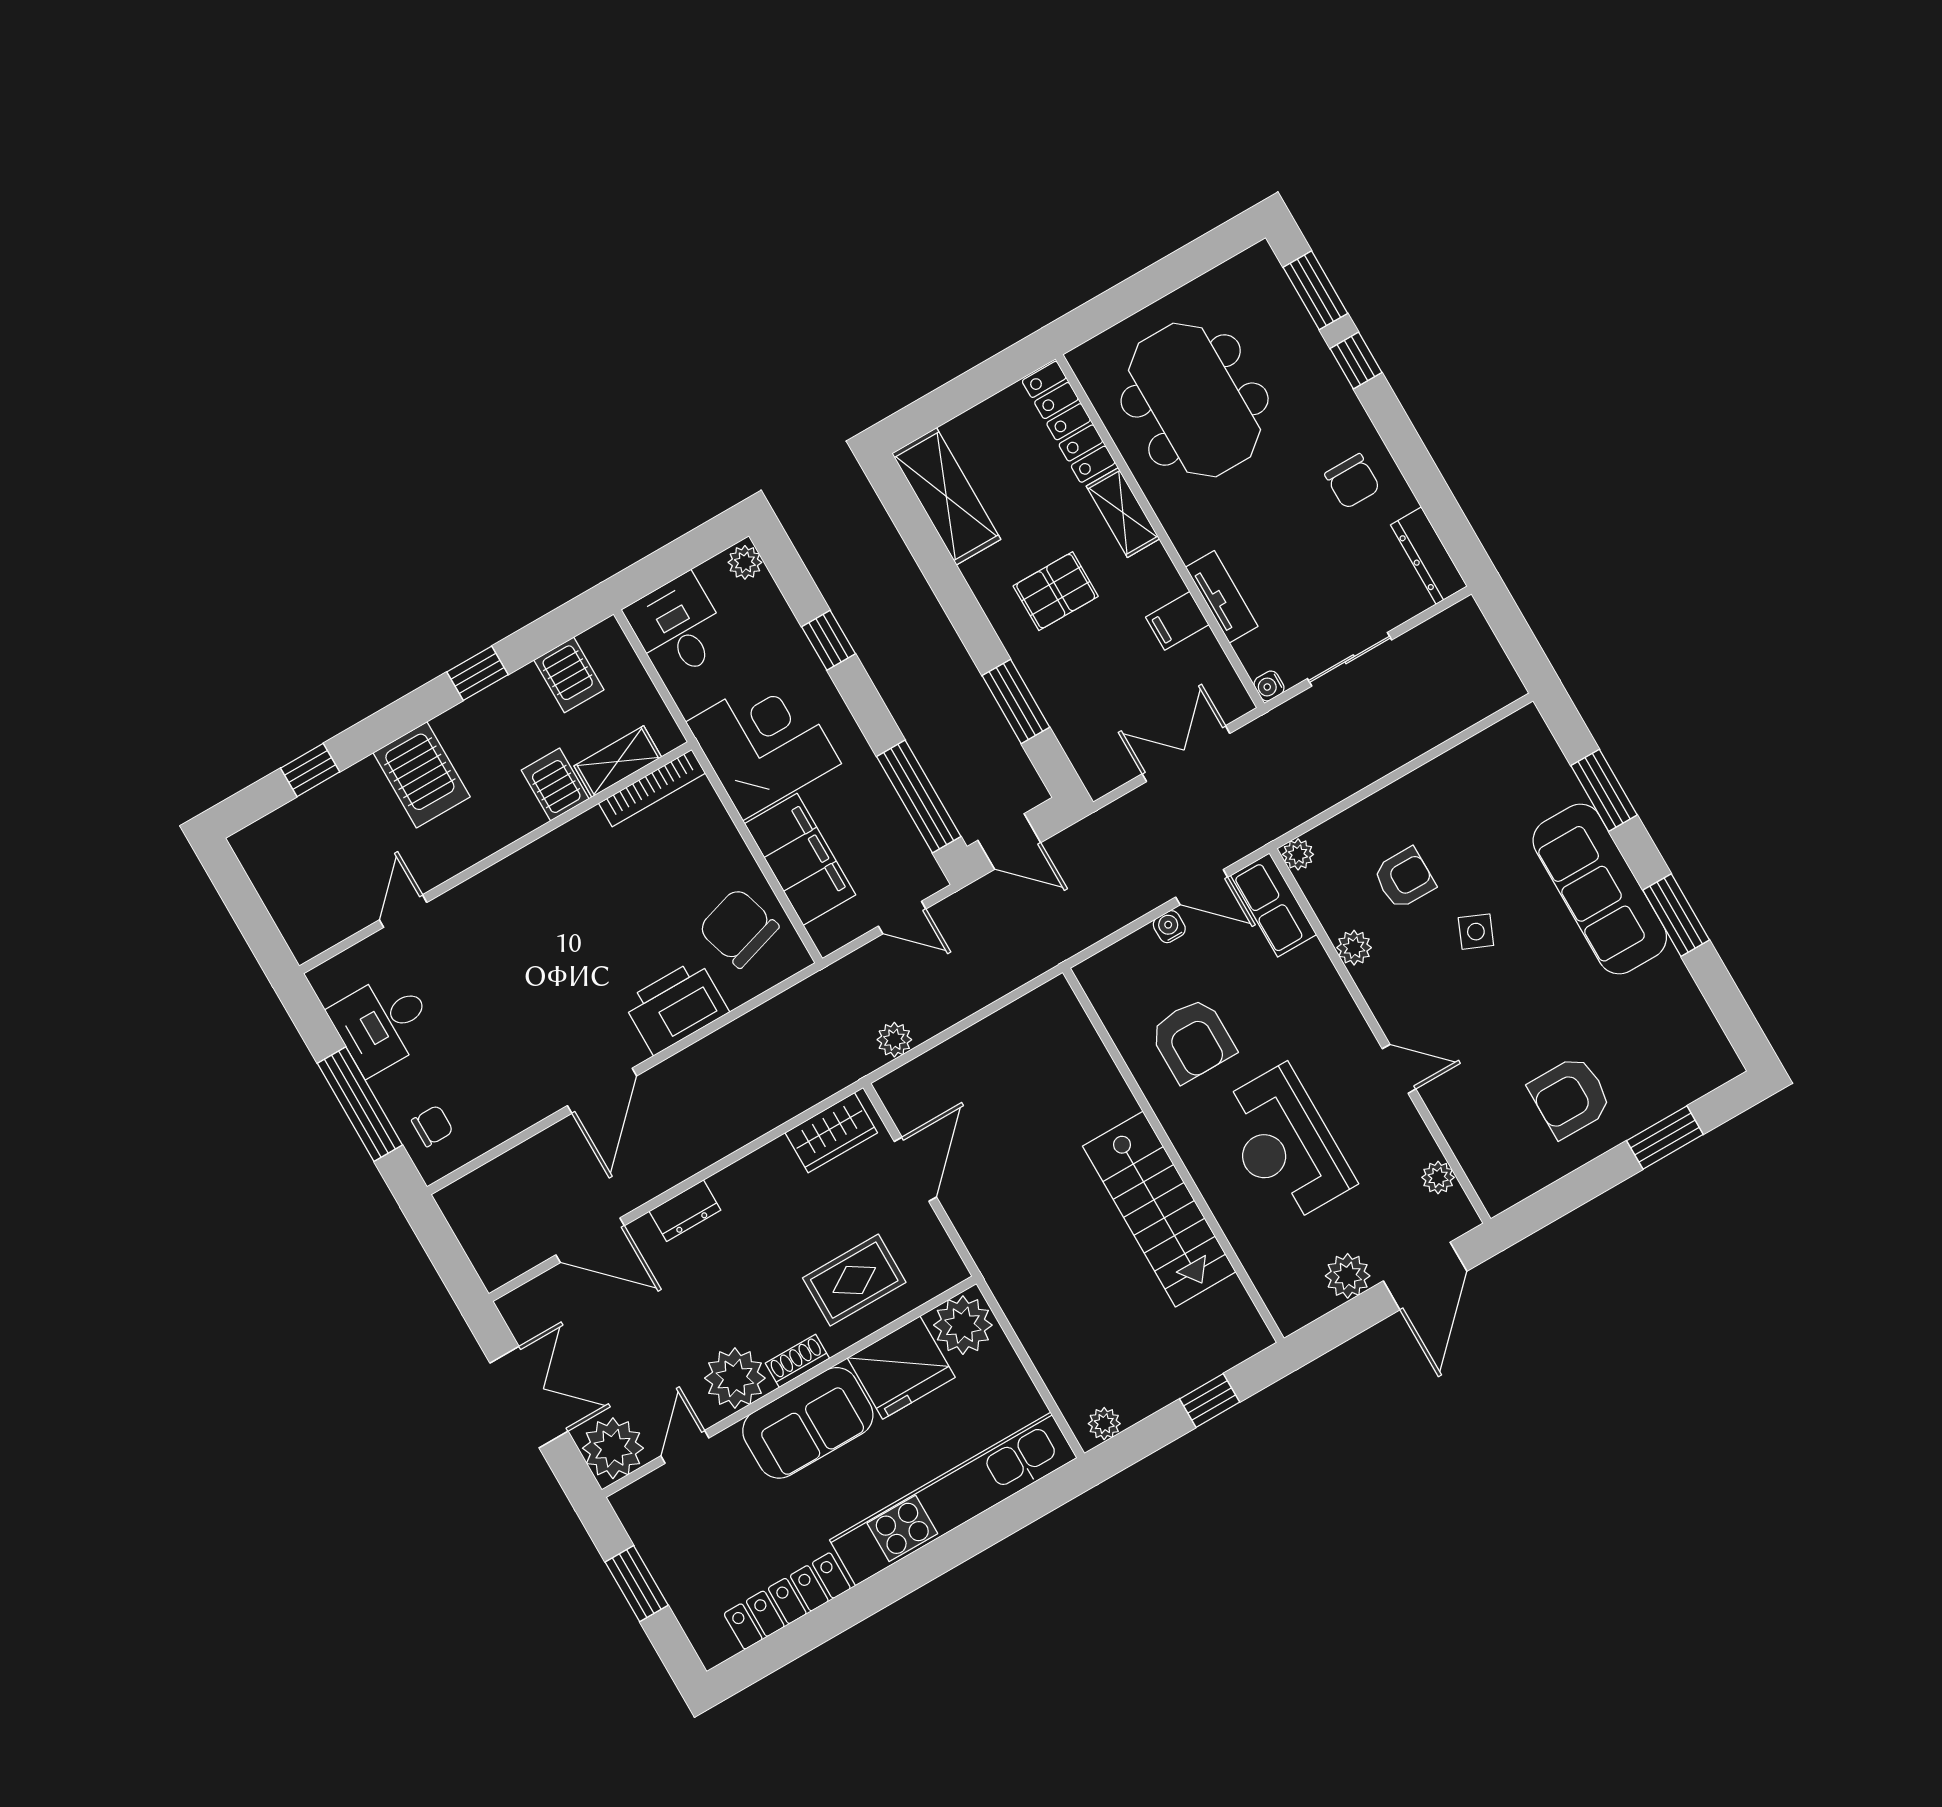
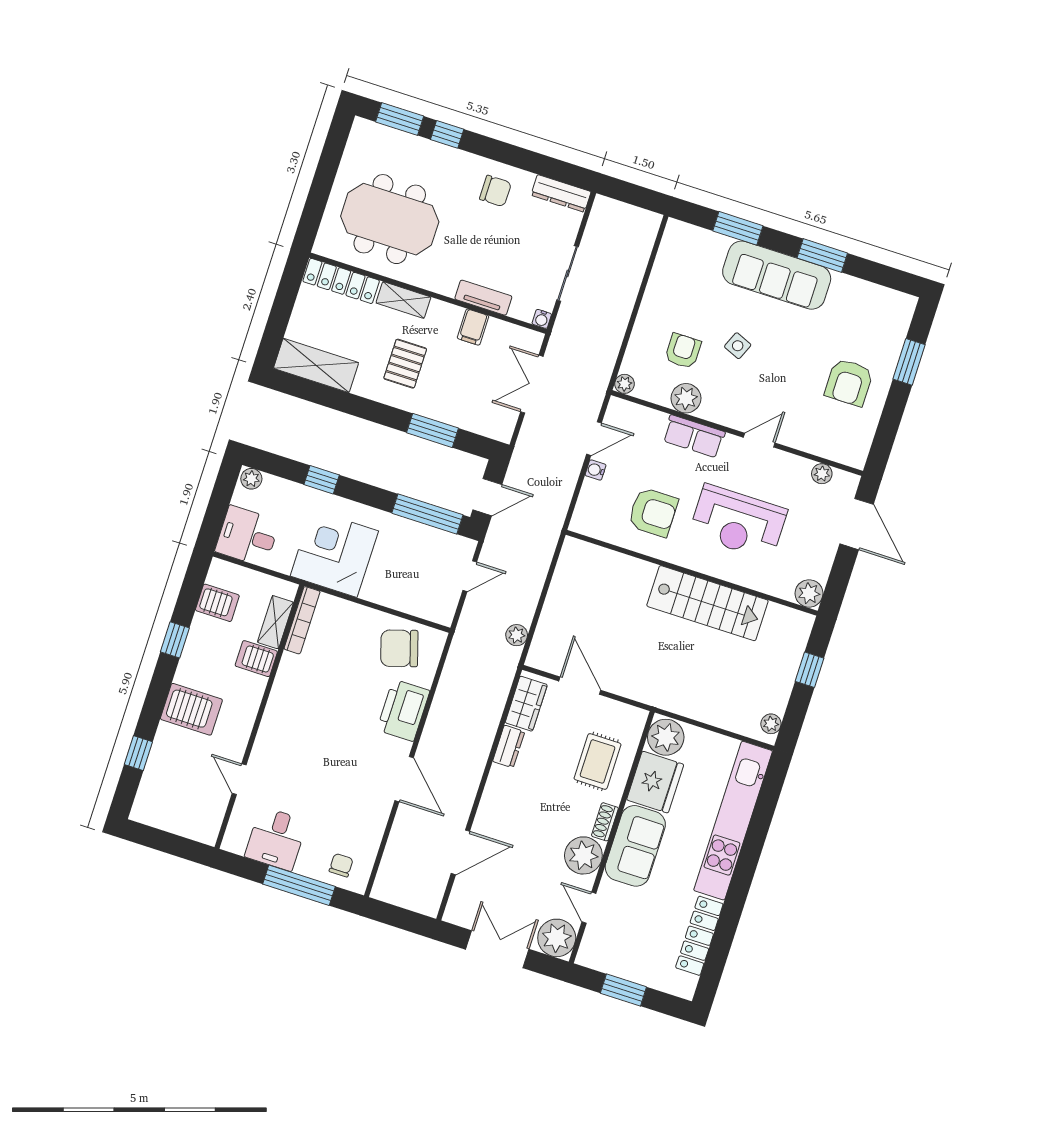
filing cabinet: (800, 859) -> (399, 592), removed
row of seats: (1274, 905) -> (694, 436), moved
plant: (1354, 948) -> (686, 398), width x1.38, depth x1.38
dresser: (685, 1211) -> (509, 746), moved
plant: (1348, 1276) -> (809, 593), moved

